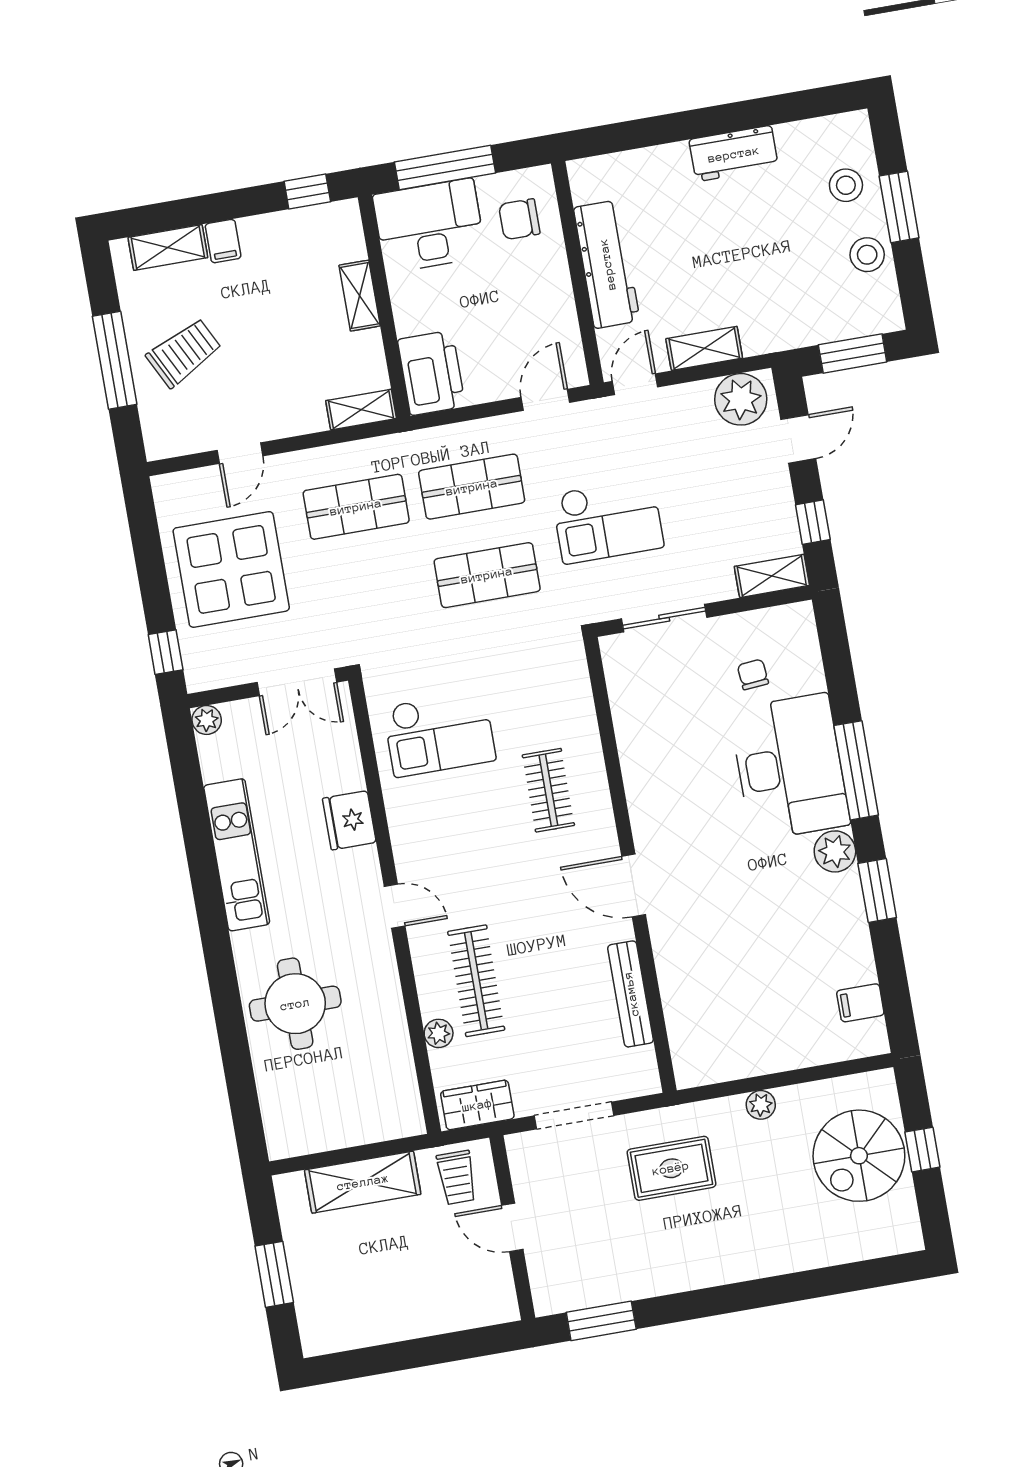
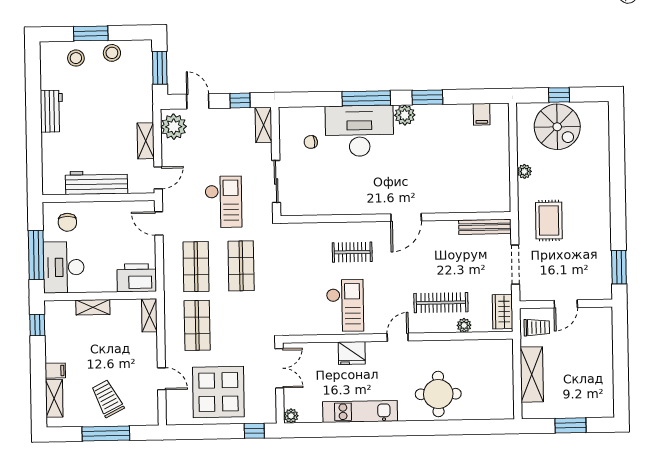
door: (635, 384) -> (158, 178), swing flipped
checkout: (439, 734) -> (345, 305), moved
bench: (631, 994) -> (485, 227), moved

